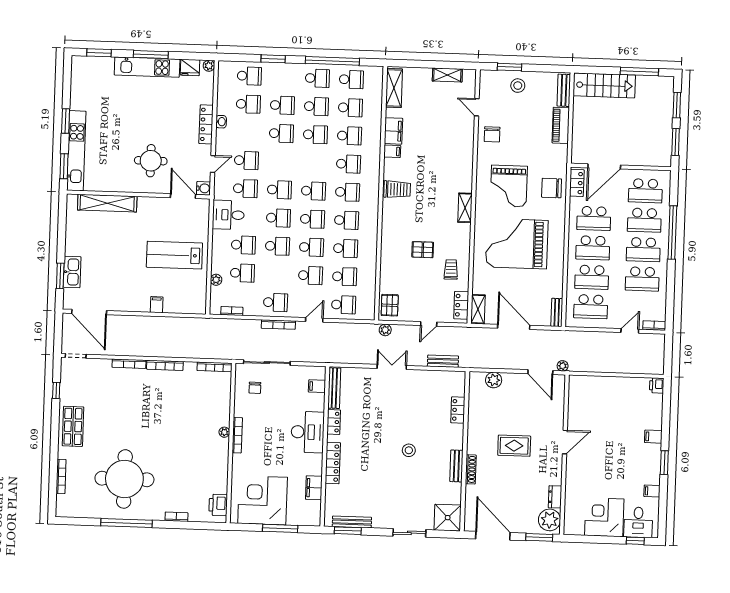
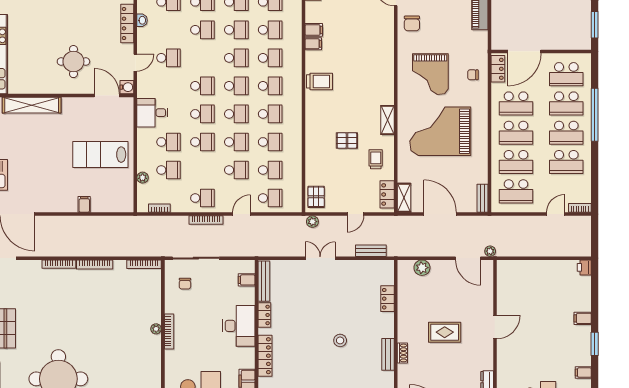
filing cabinet: (393, 131) -> (314, 30), width x0.50
chair: (552, 188) -> (473, 75), width x0.54, depth x0.54
school desk: (245, 189) -> (236, 58), moved
shelving: (465, 208) -> (387, 120), moved
shoe rack: (471, 469) -> (402, 353), width x0.70

